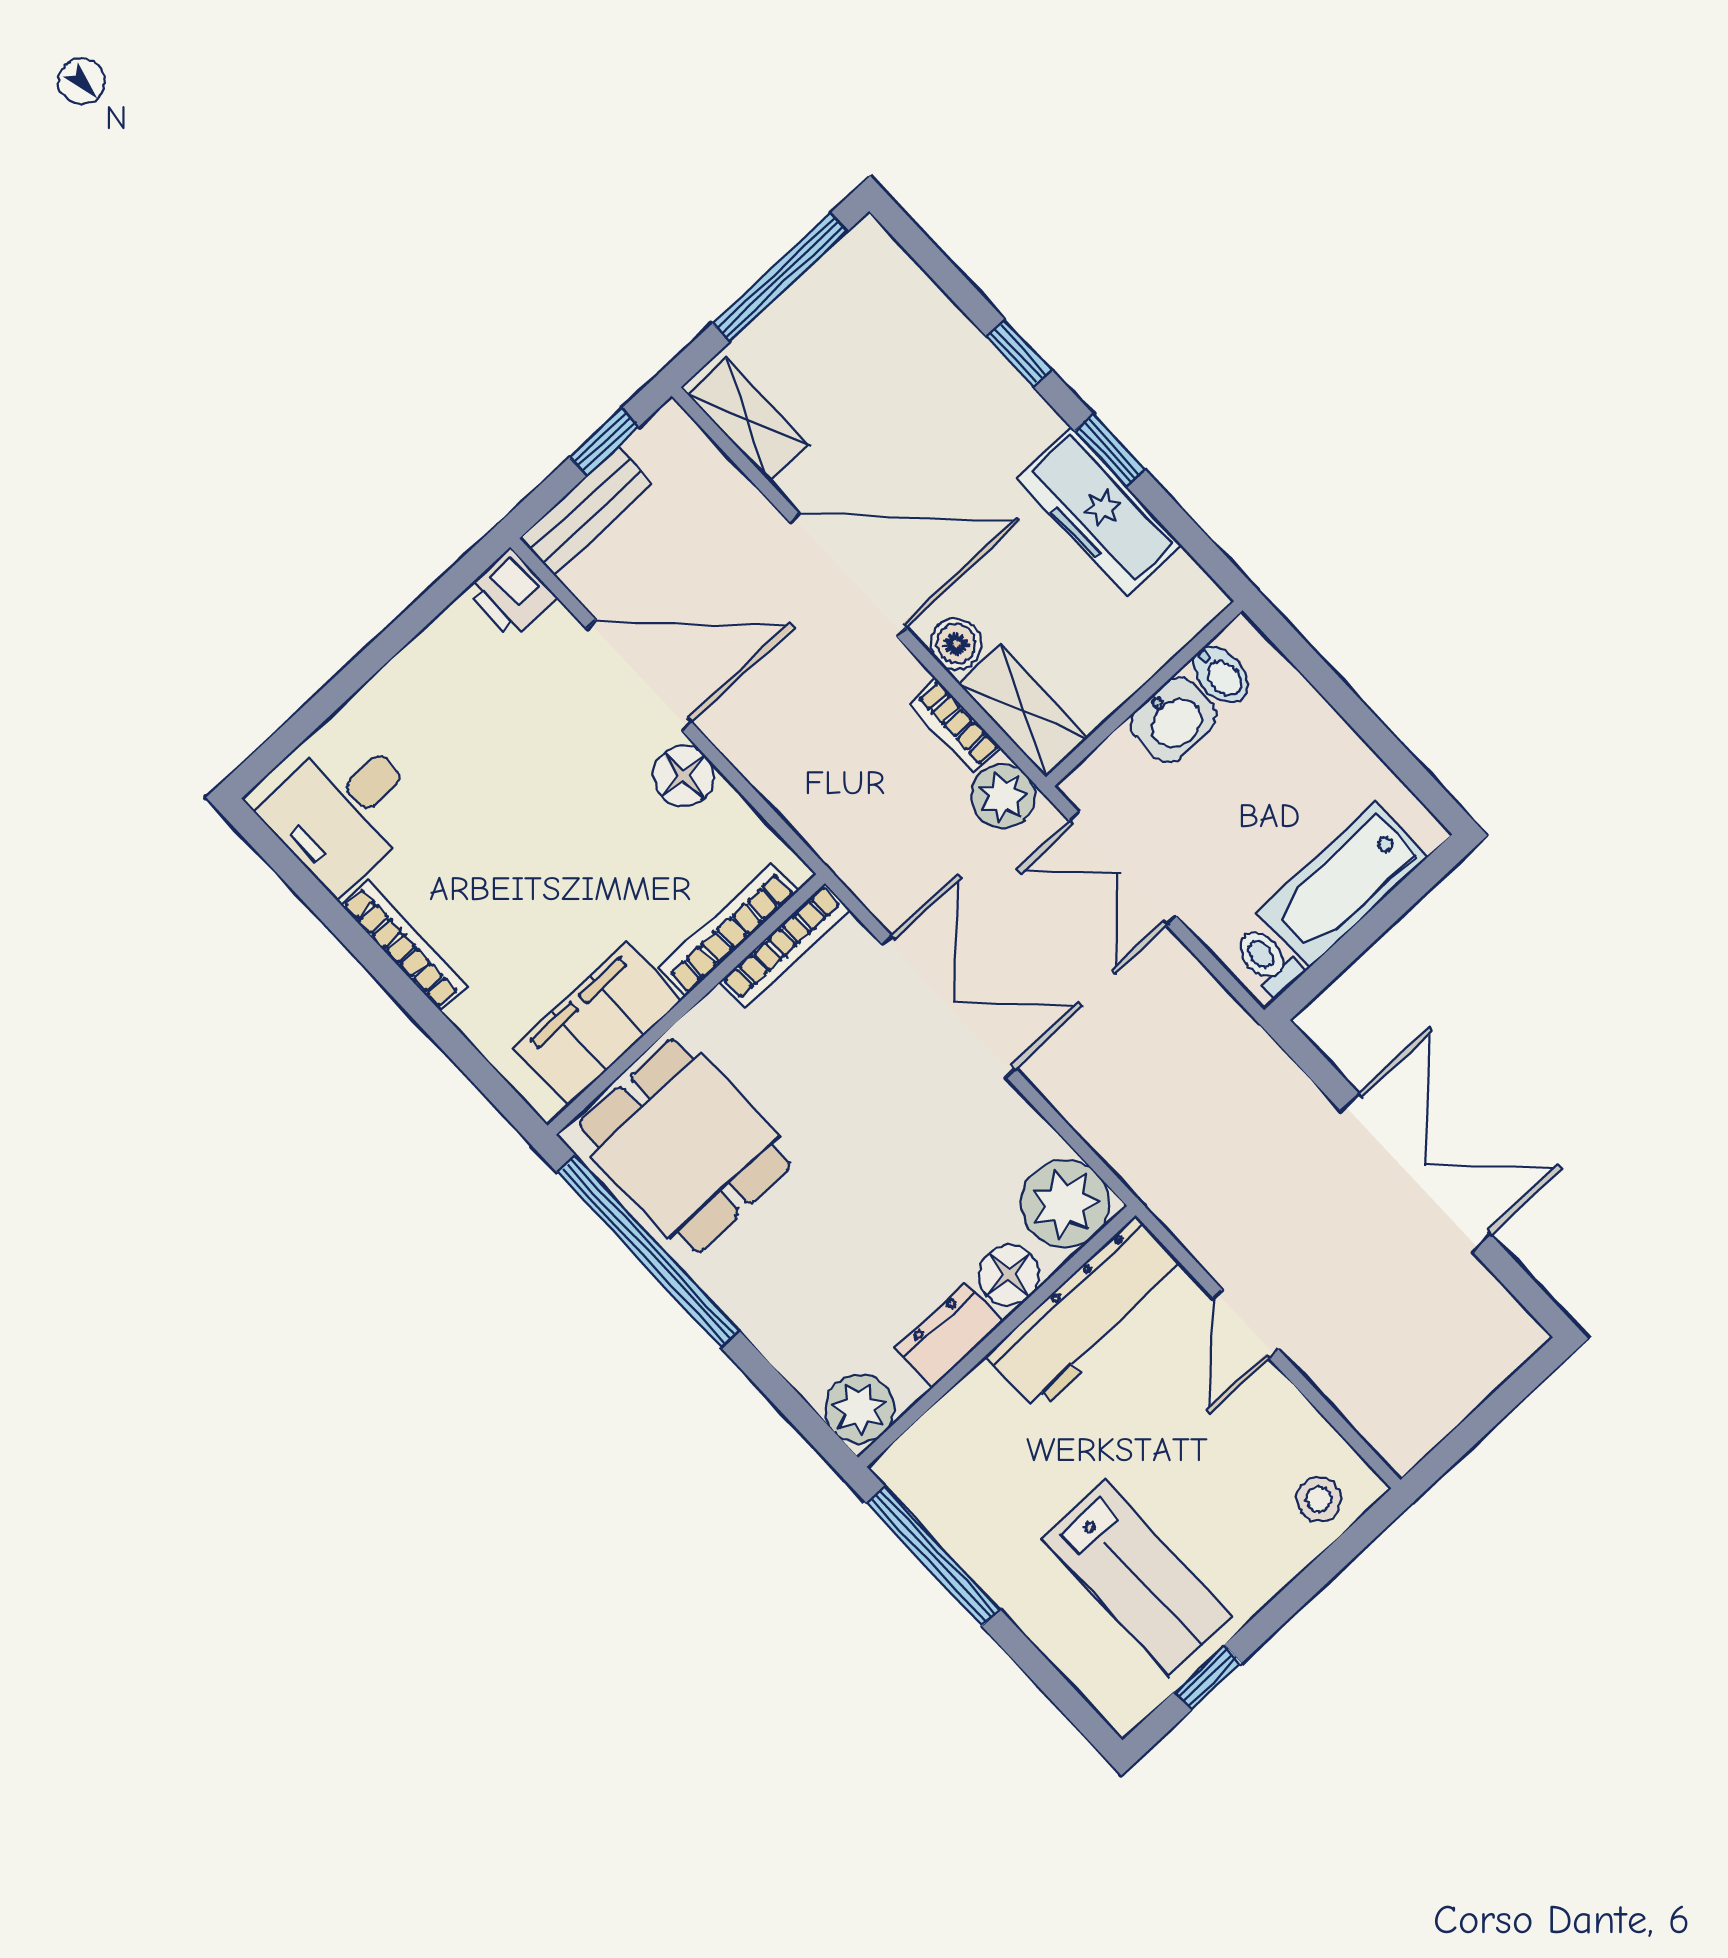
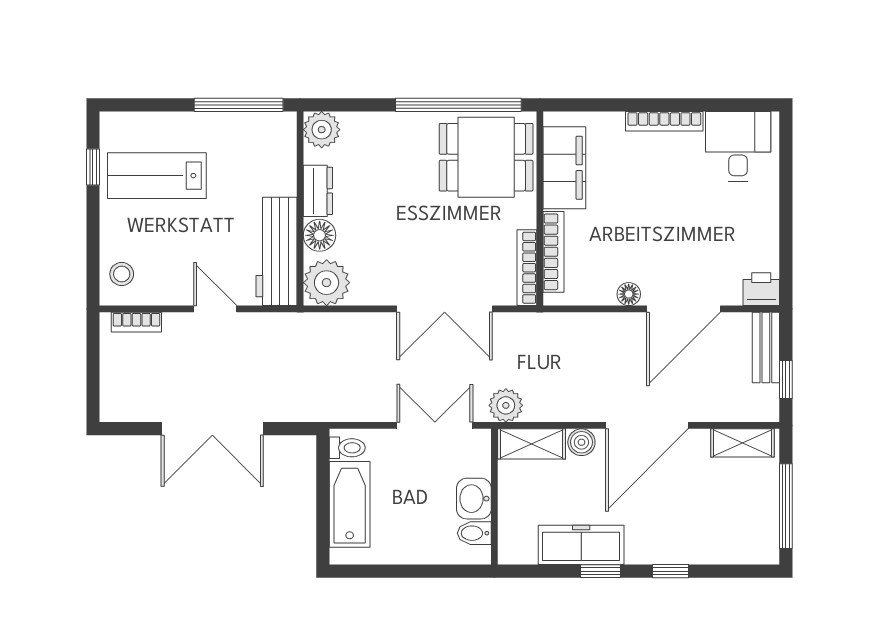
bookcase: (955, 726) -> (136, 322), moved, turned 180
floor lamp: (683, 776) -> (629, 294), width x0.73, depth x0.73

